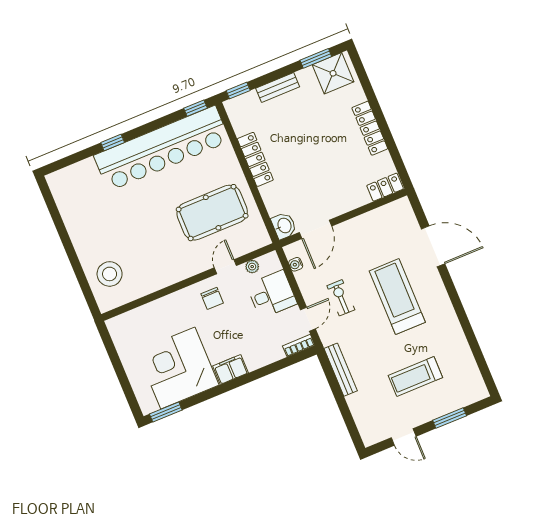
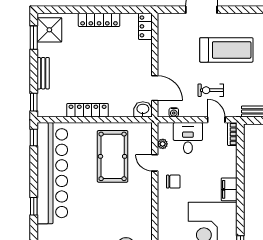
treadmill: (397, 297) -> (226, 50), turned 180

